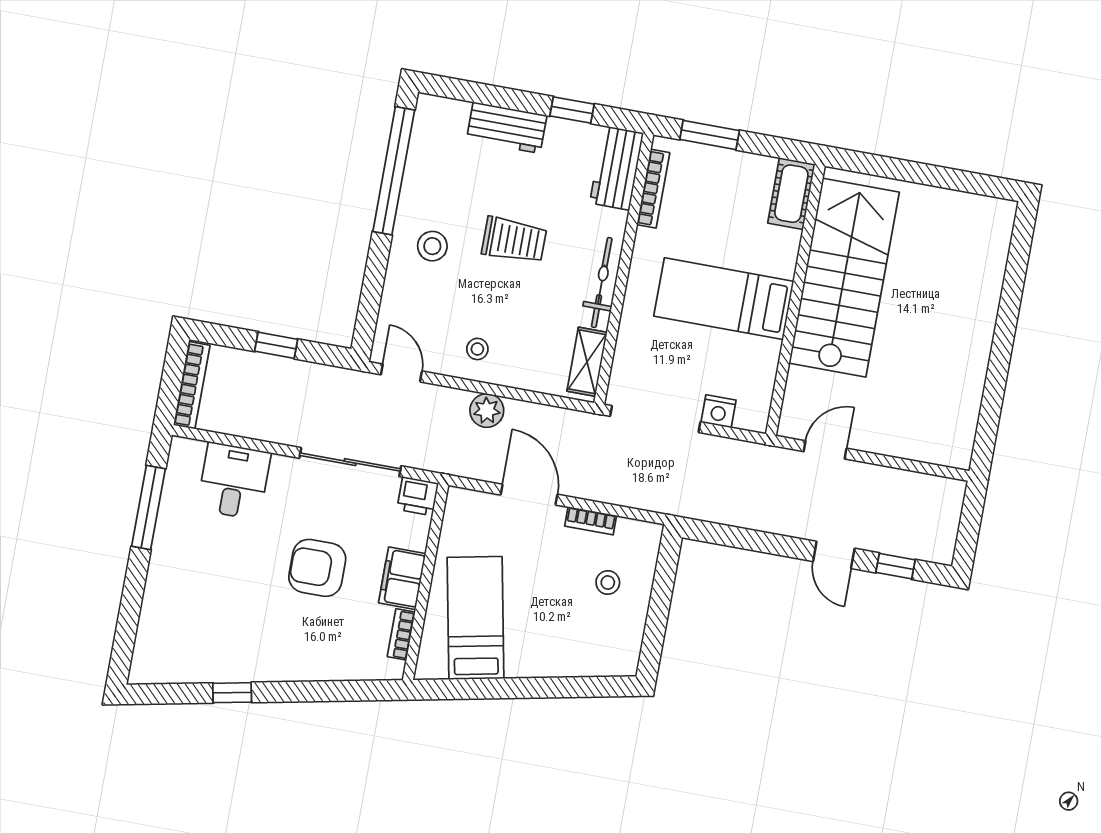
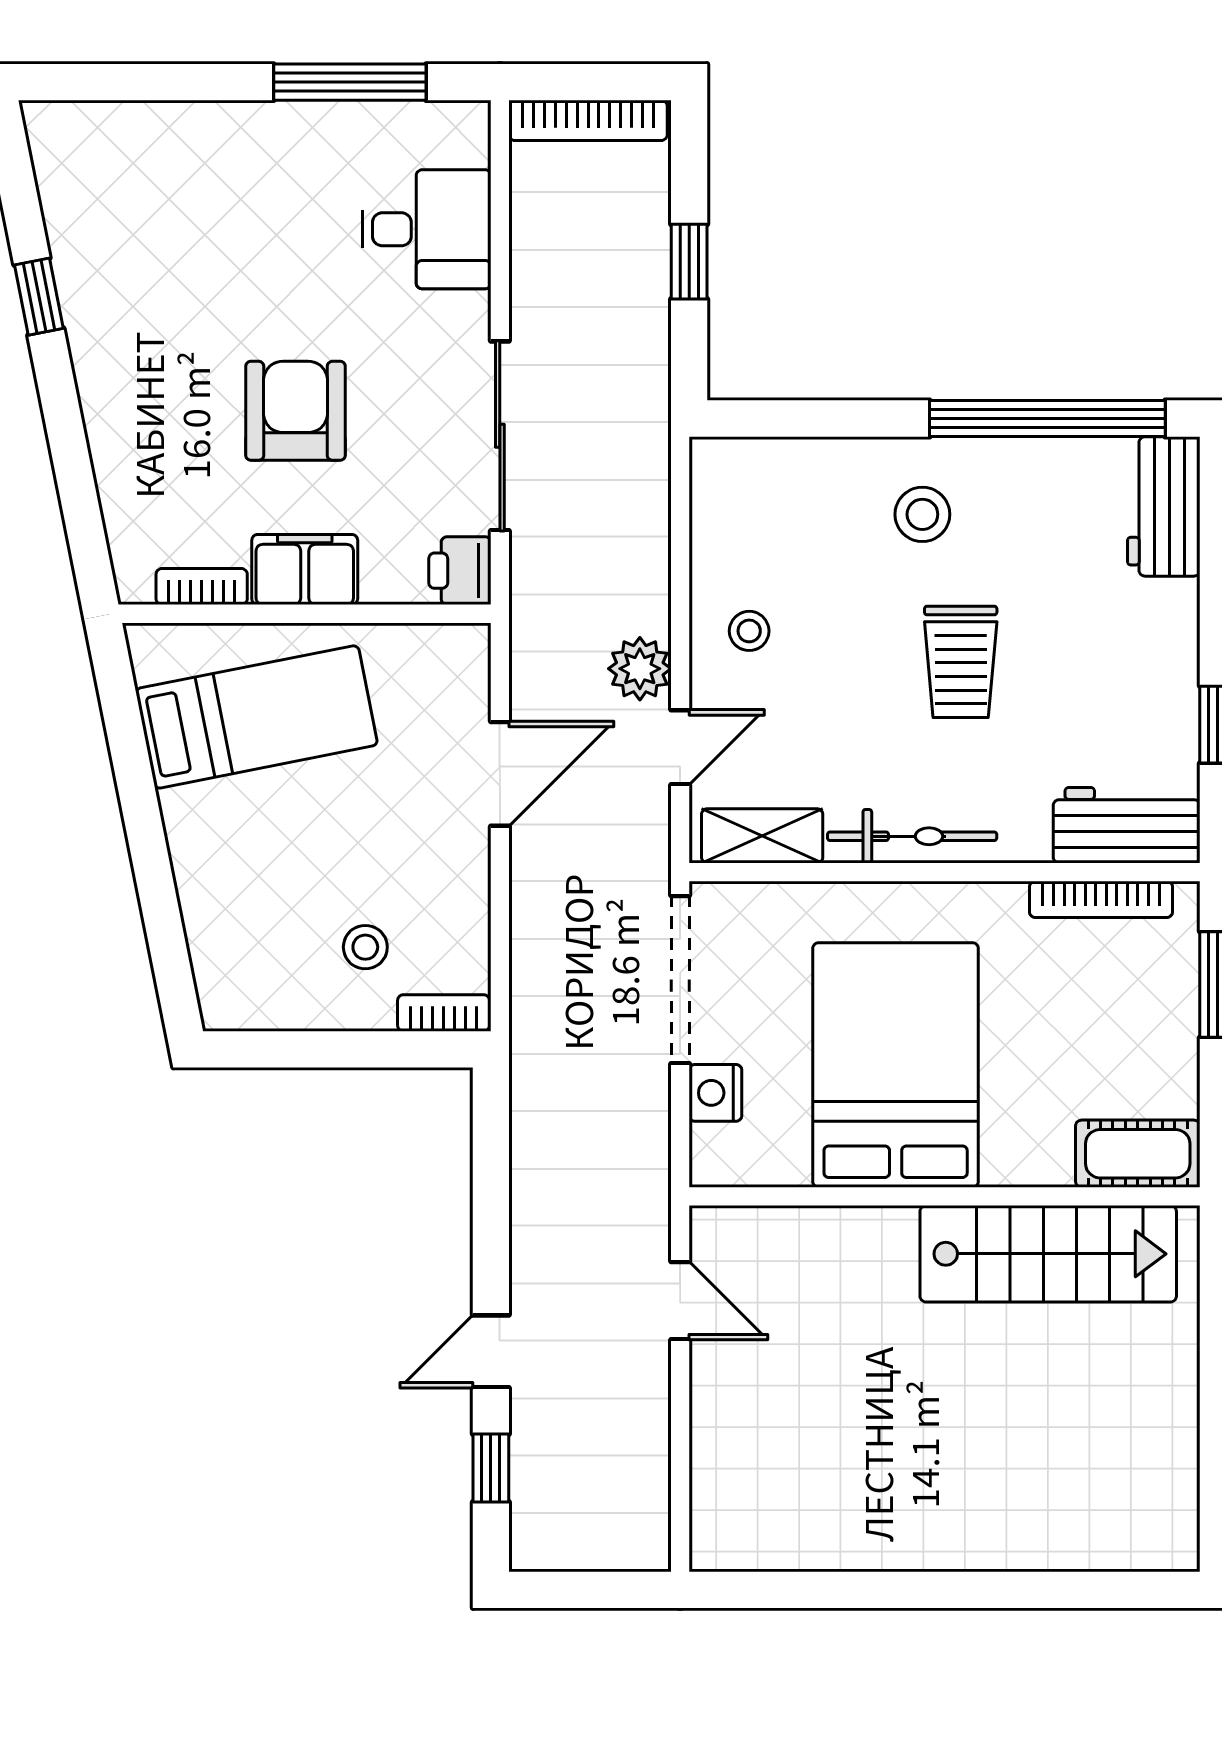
workbench: (507, 128) -> (1164, 506), moved
stairs: (844, 278) -> (1048, 1254), width x0.73, depth x0.66
bed: (724, 299) -> (896, 1065), width x1.50
door: (401, 373) -> (680, 747), moved
bookcase: (591, 521) -> (444, 1013), moved, turned 90

